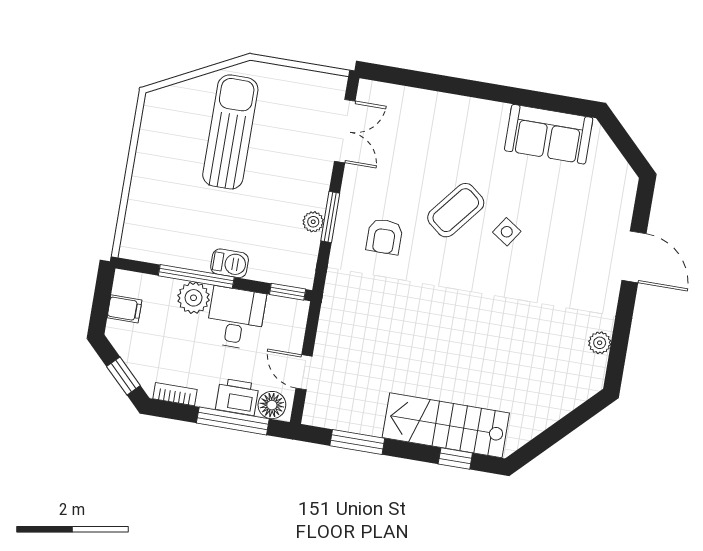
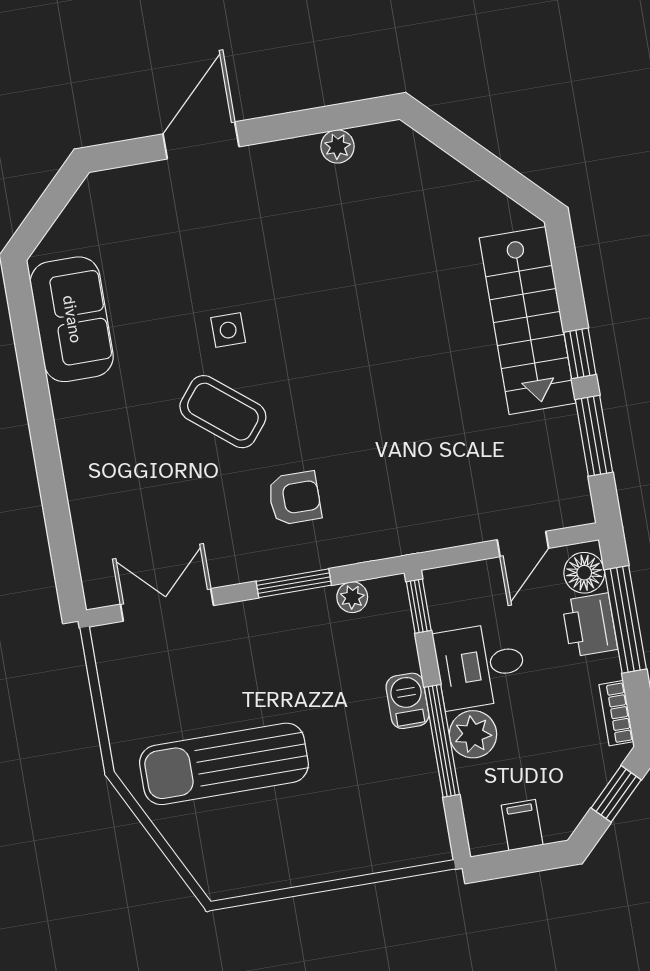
plant: (313, 222) -> (352, 597), moved
side table: (507, 232) -> (228, 330), turned -34
window: (455, 459) -> (580, 353), moved

